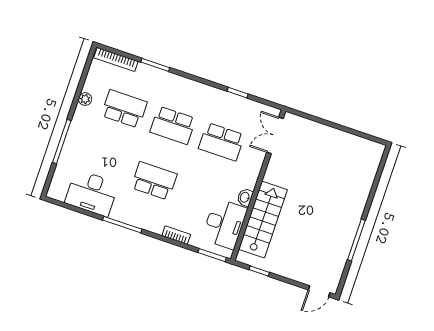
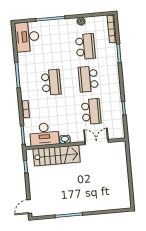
double door: (275, 135) -> (97, 142), moved
school desk: (222, 142) -> (91, 111), turned 180
desk: (92, 193) -> (27, 37), moved
door: (319, 291) -> (29, 207), hinge flipped

